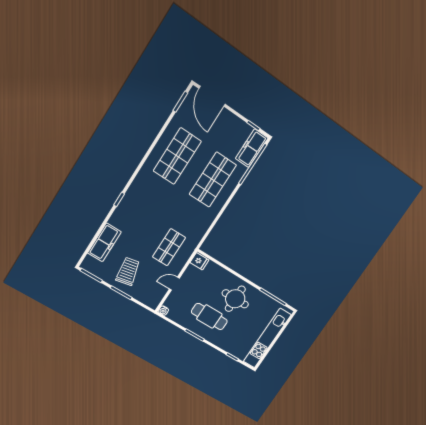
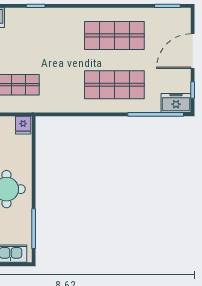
door: (212, 96) -> (193, 51), moved
freezer: (252, 148) -> (176, 103), width x0.71

